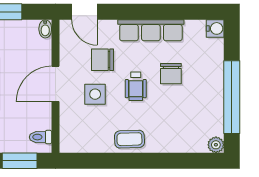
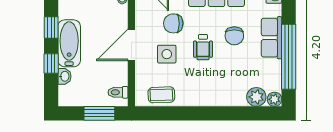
row of seats: (213, 76) -> (272, 38), added
coffee table: (129, 139) -> (161, 95), moved
plant: (195, 142) -> (256, 97), added

